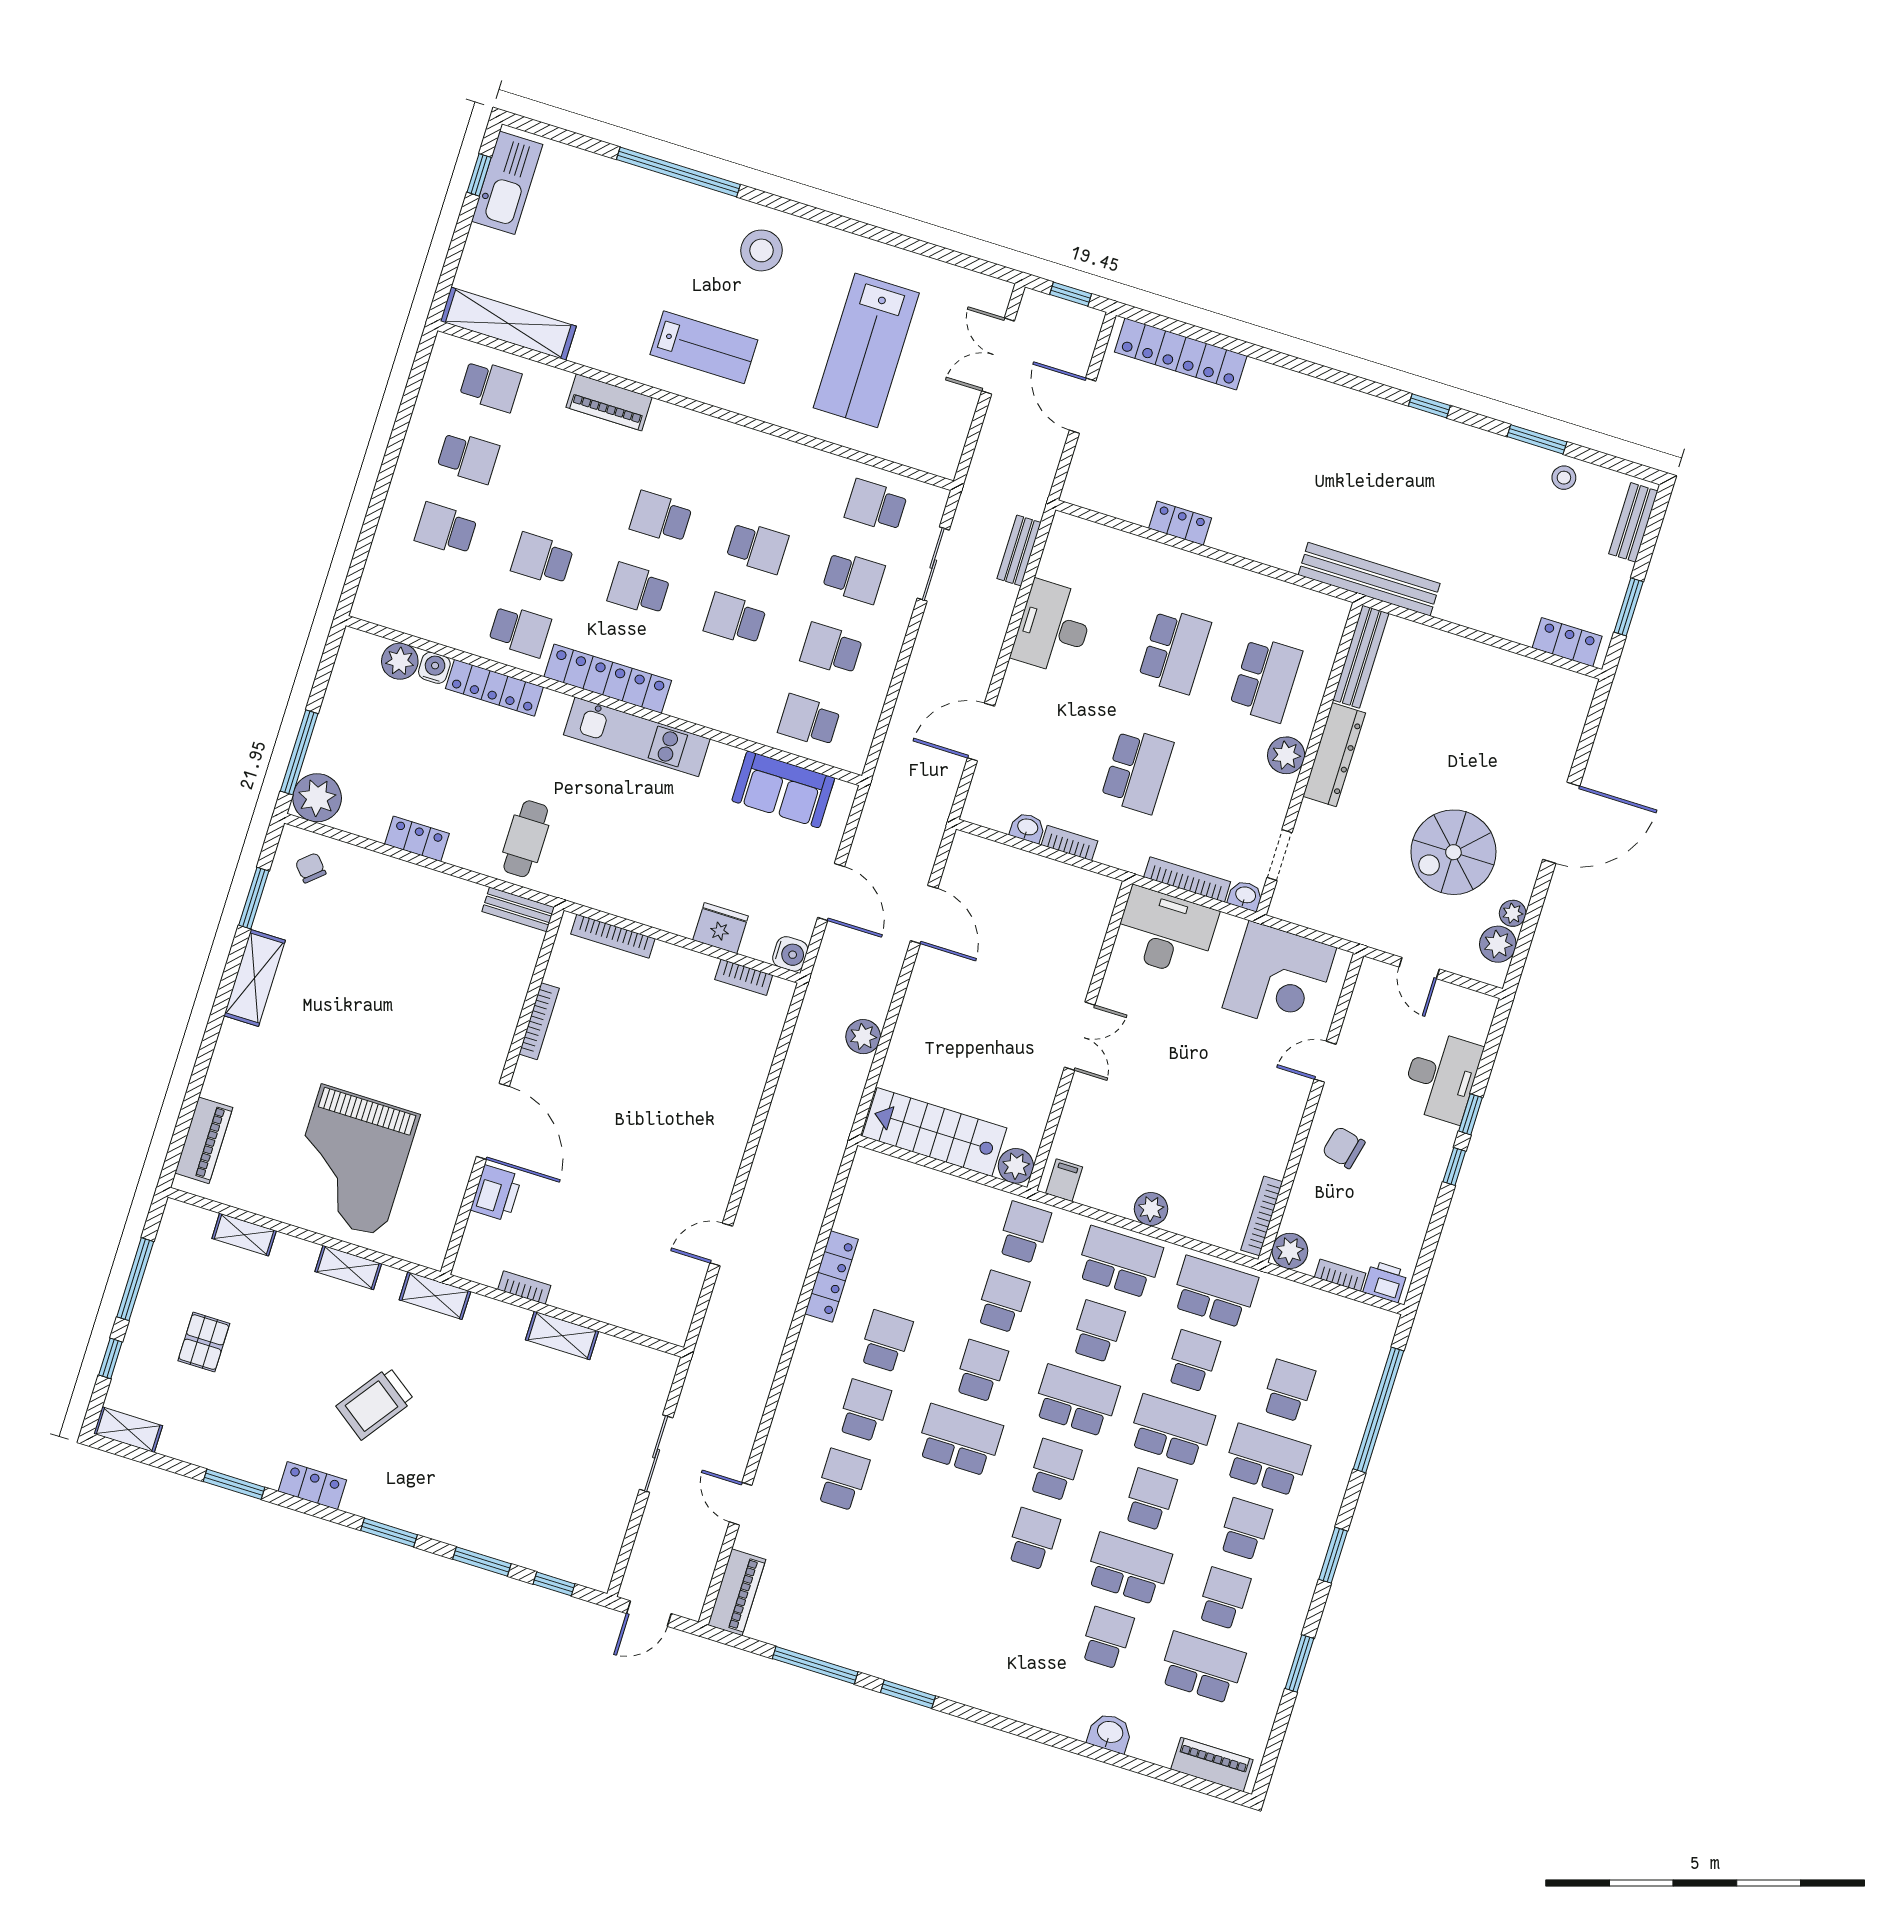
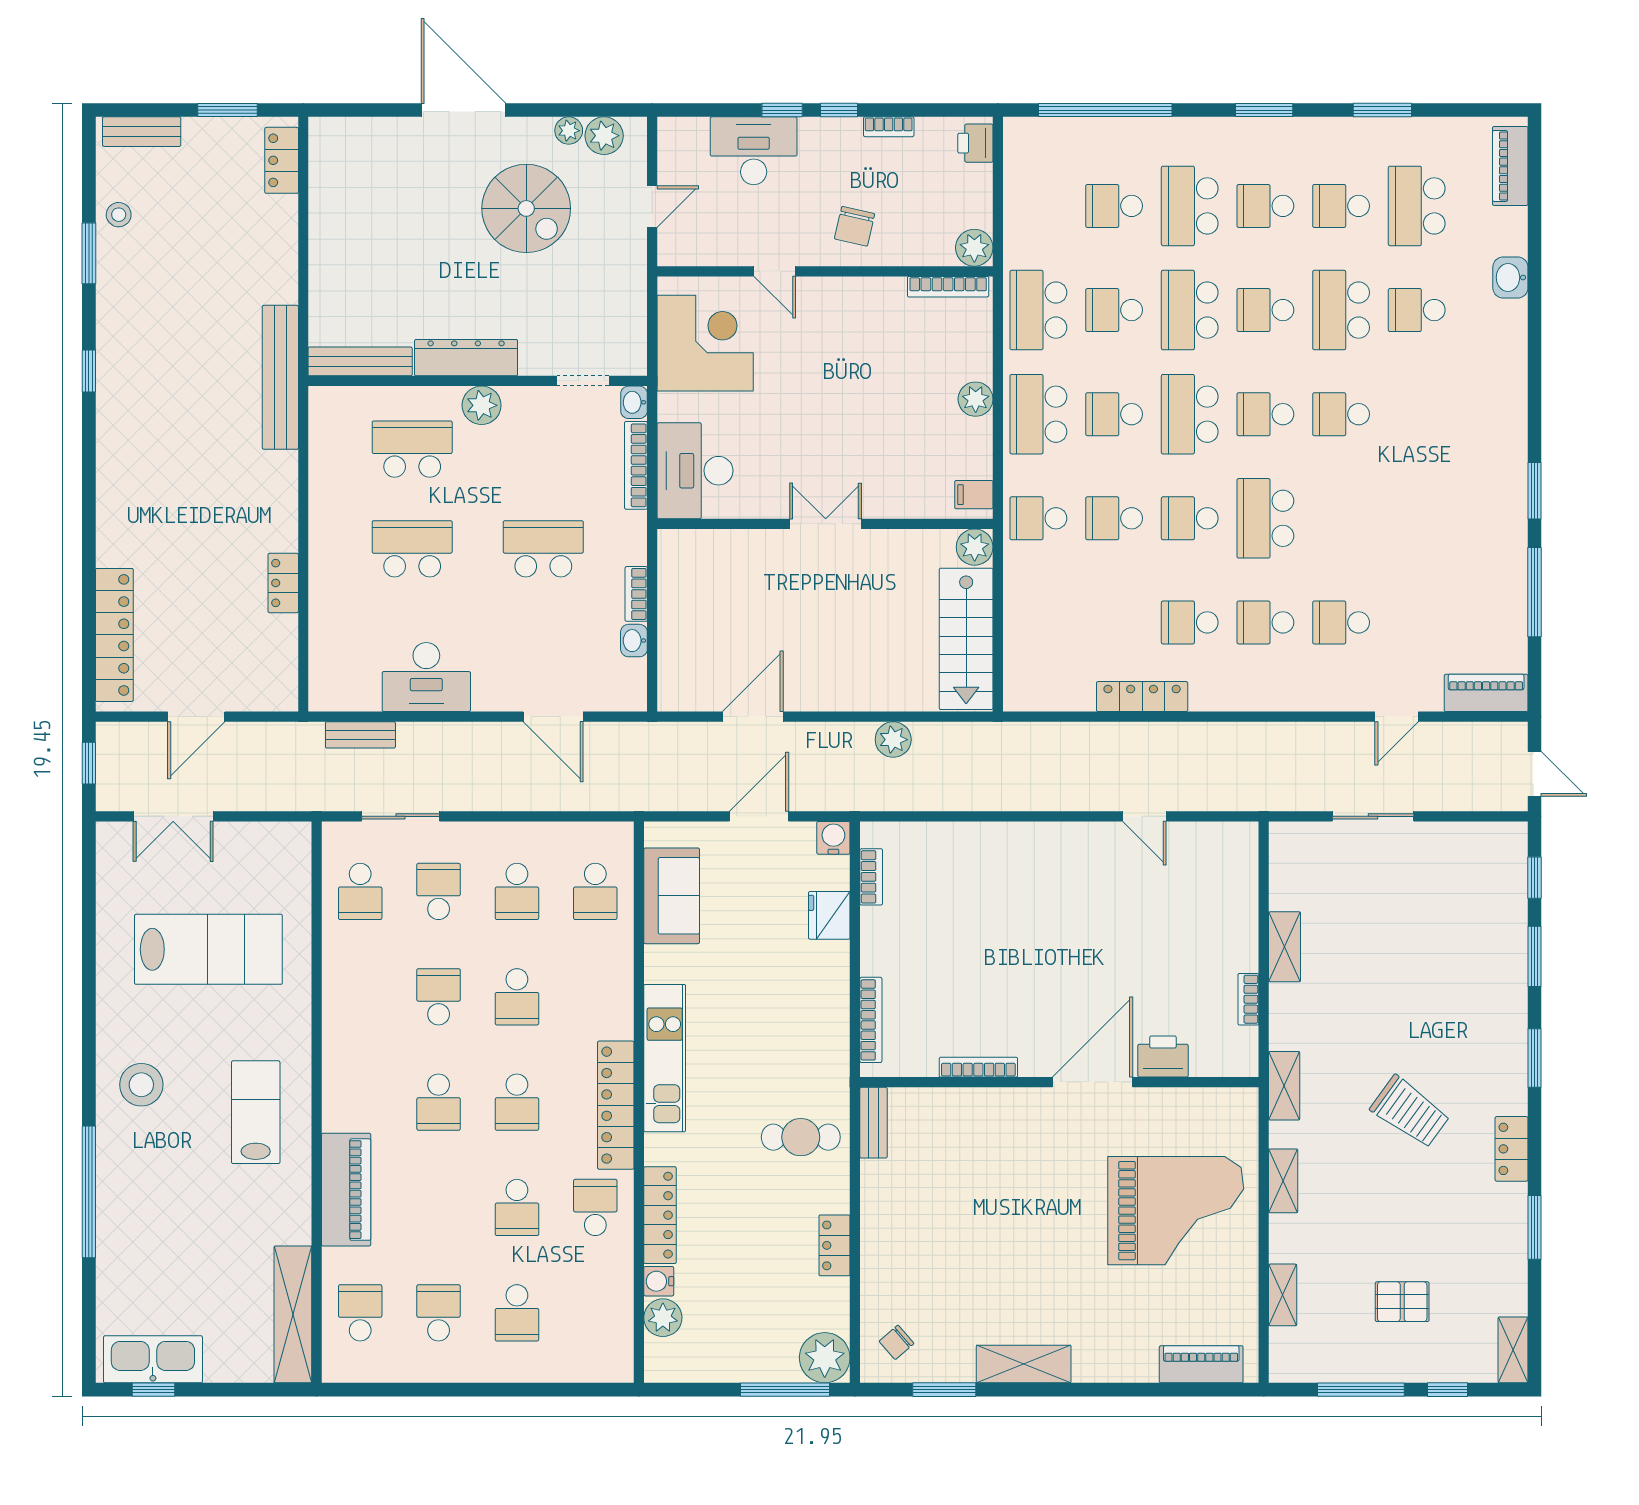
piano: (609, 402) -> (346, 1190), width x1.37, depth x1.33
bookcase: (1340, 1275) -> (889, 127), moved, turned -90

